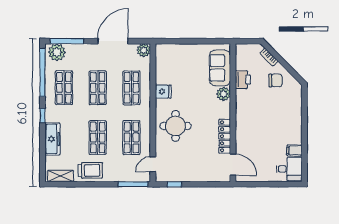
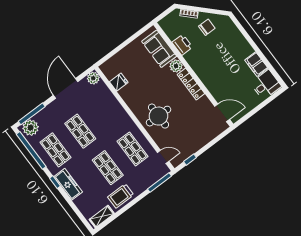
shop shelf: (131, 88) -> (105, 112), removed
fridge: (163, 92) -> (119, 82), moved
locker: (225, 136) -> (191, 84), moved
freezer: (52, 139) -> (68, 184), moved
filing cabinet: (294, 150) -> (256, 64), width x2.00
door: (153, 164) -> (163, 157), swing flipped
trolley: (90, 170) -> (121, 196), turned 180

